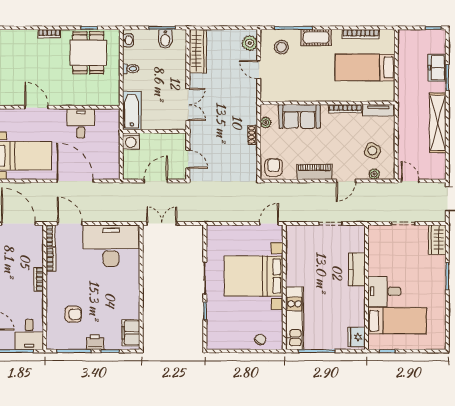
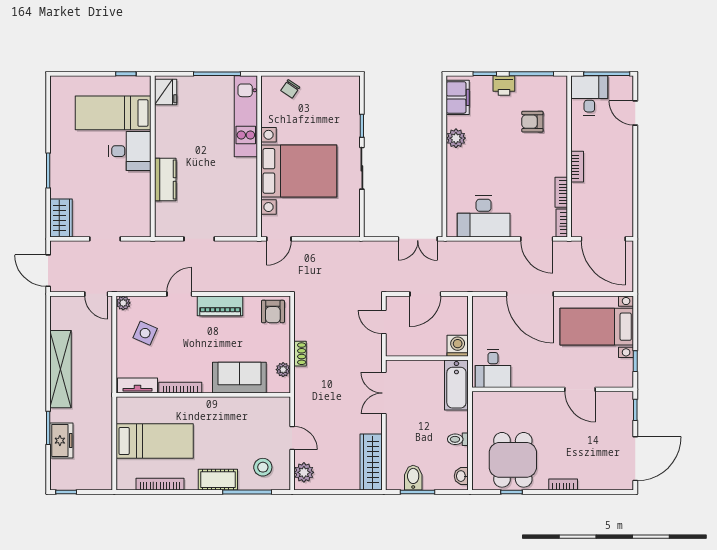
desk: (81, 123) -> (493, 368), moved
plant: (374, 174) -> (123, 303), moved
desk: (111, 246) -> (484, 216), width x0.73, depth x0.77
plant: (132, 301) -> (456, 138), added

